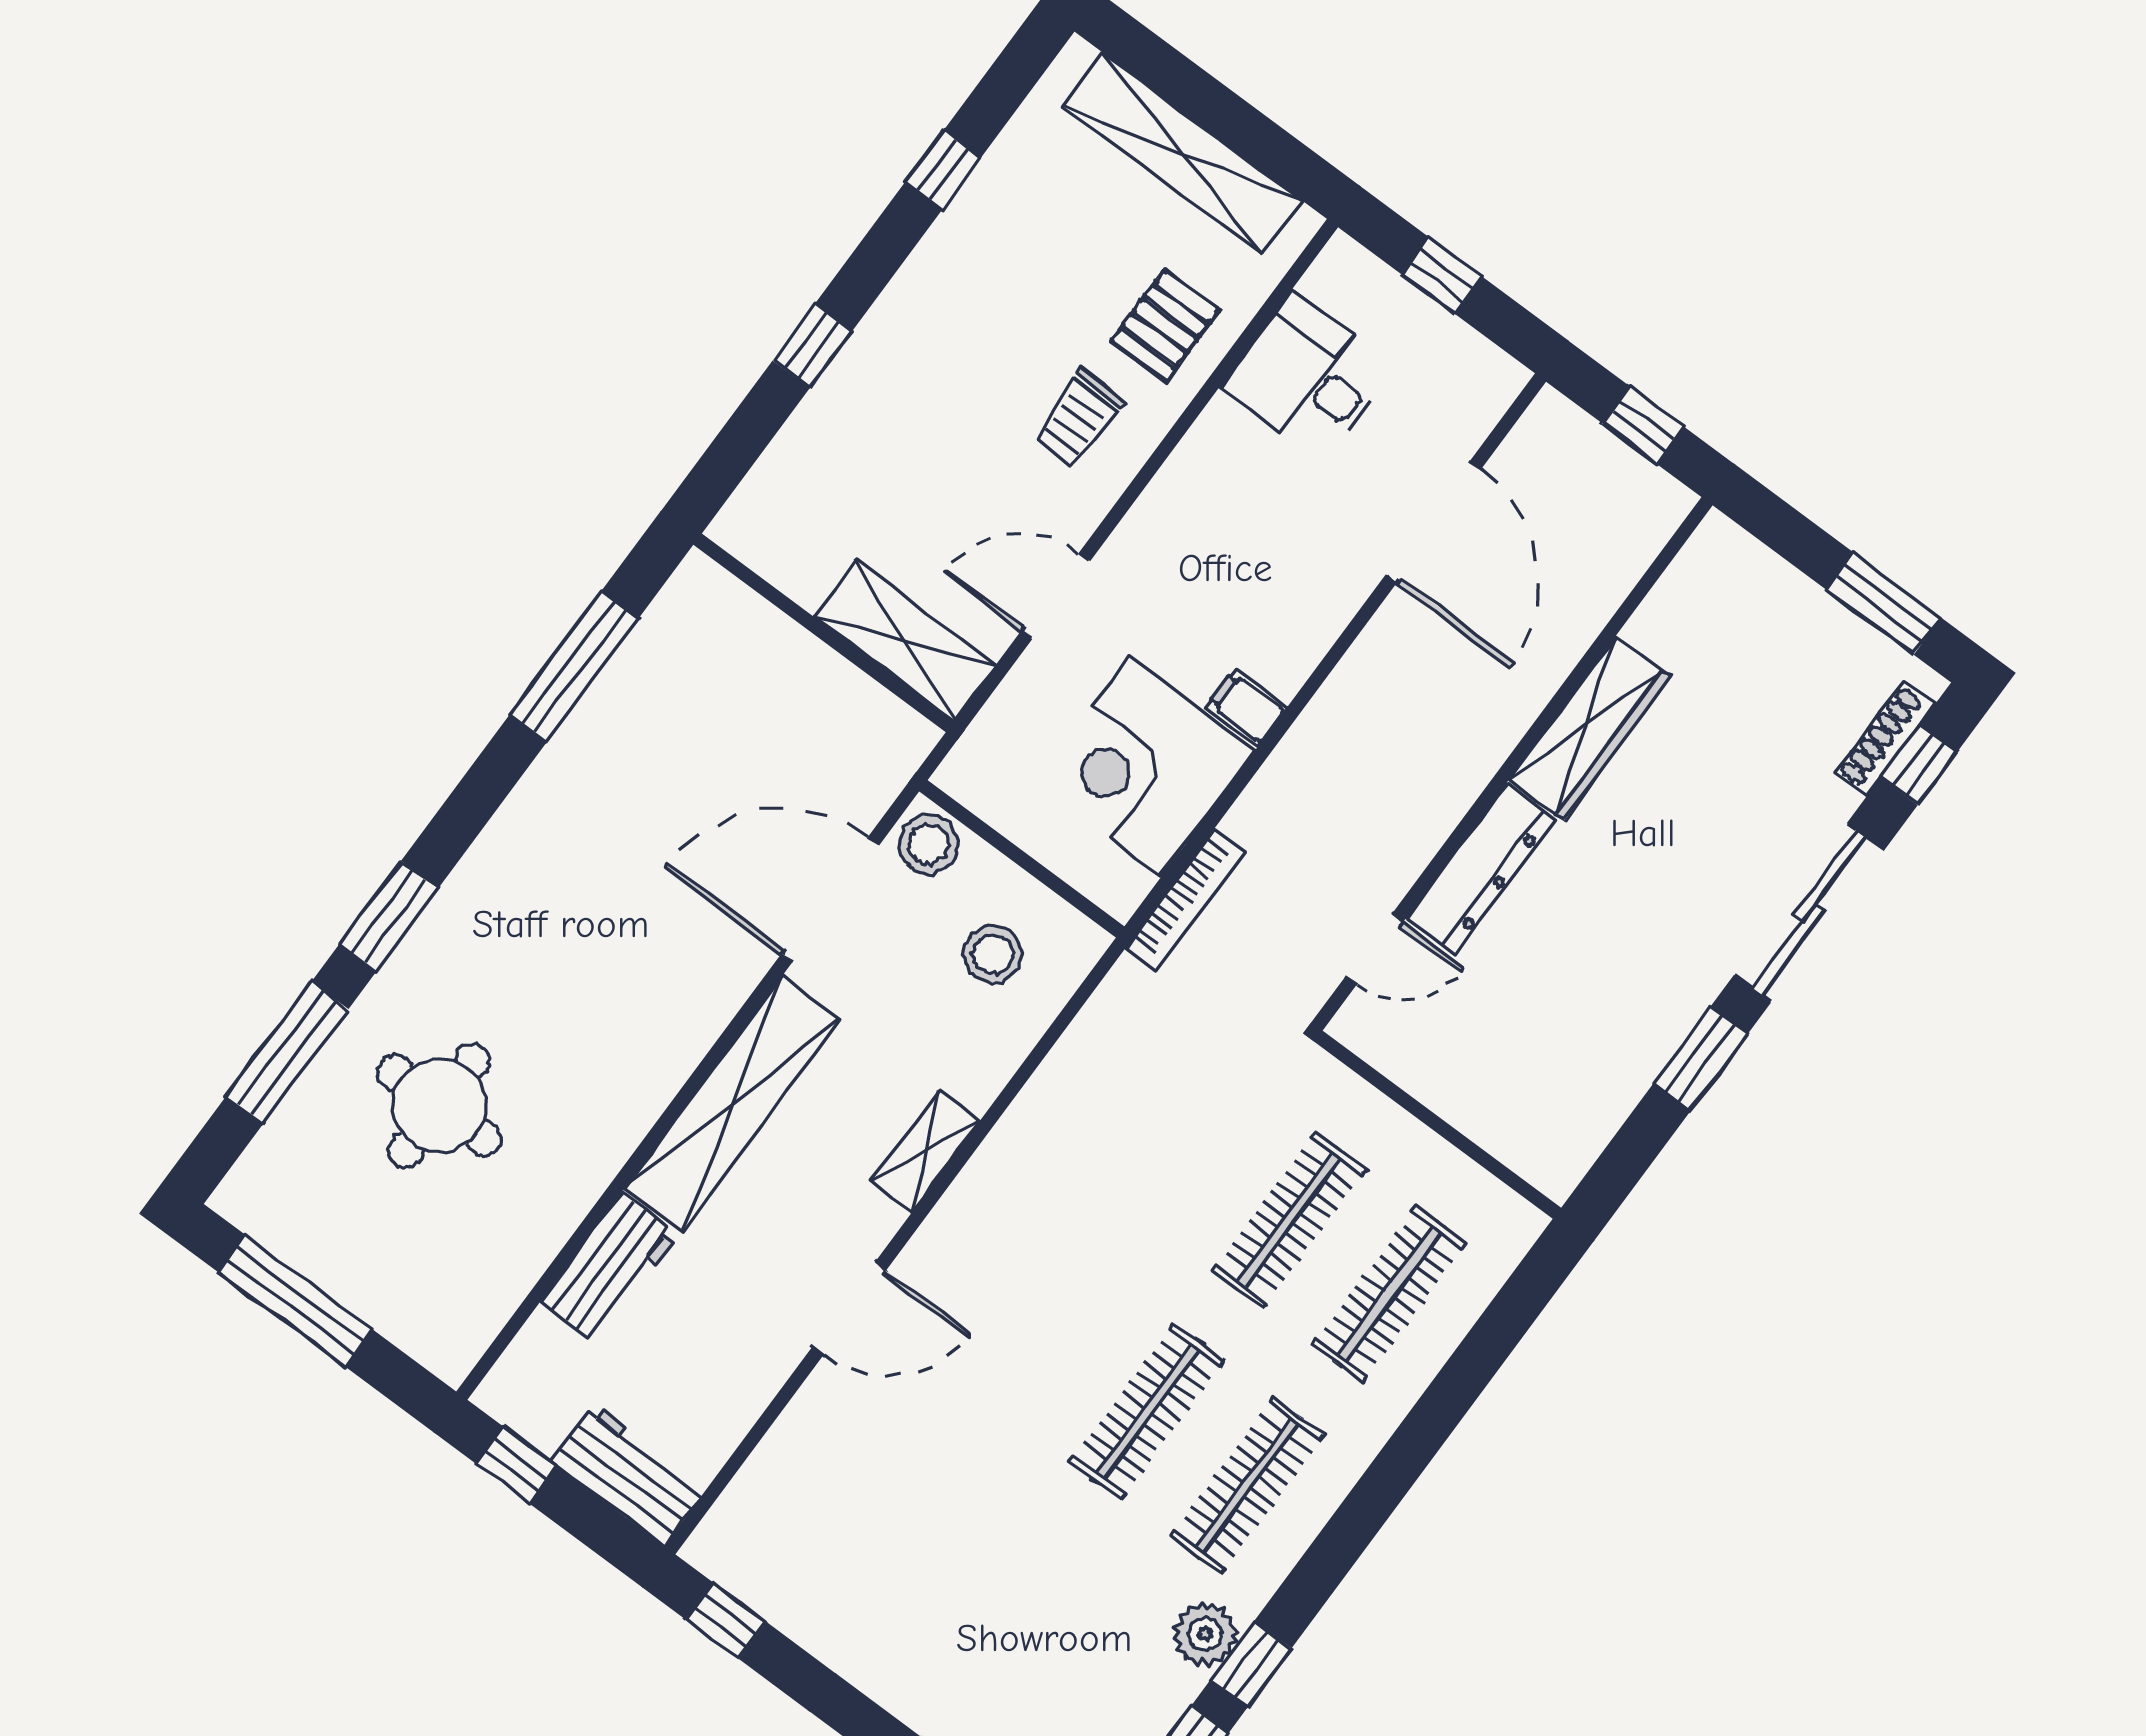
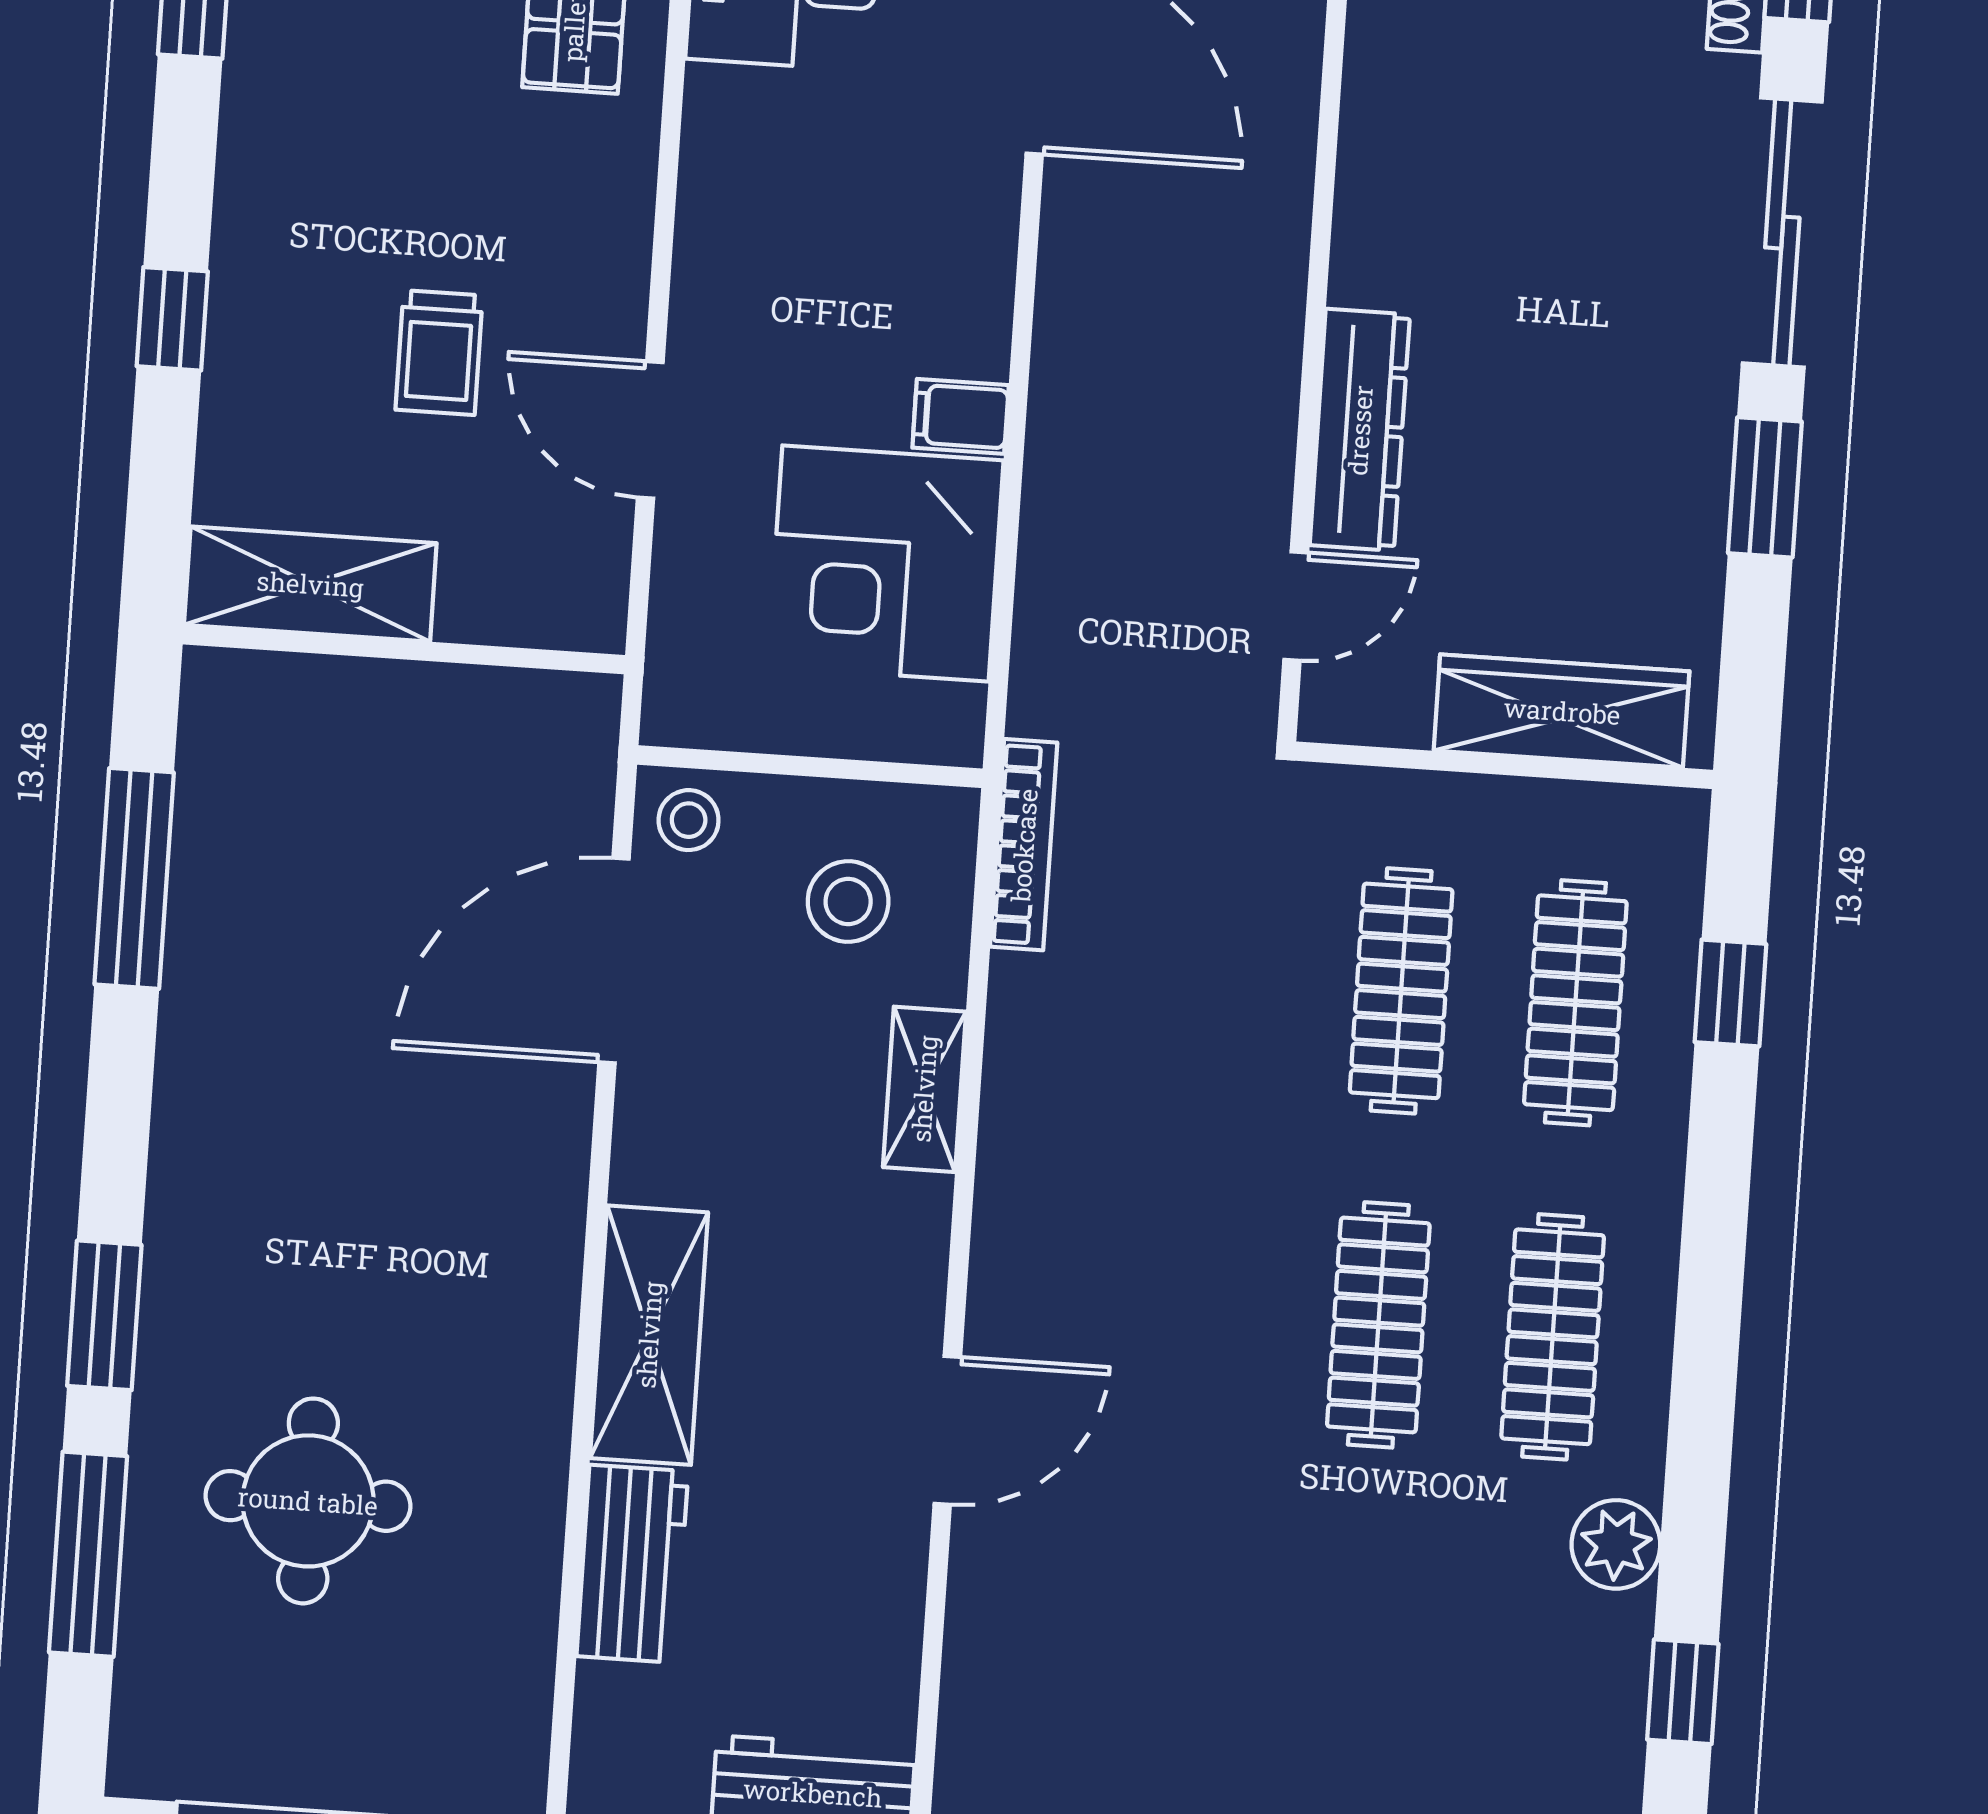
trolley: (1078, 419) -> (439, 353), moved
door: (1056, 596) -> (650, 430), hinge flipped
shelving: (905, 641) -> (310, 584), moved
wardrobe: (1590, 728) -> (1562, 711), moved, turned -90
stool: (929, 844) -> (689, 820), width x0.73, depth x0.73
bookcase: (1185, 900) -> (1024, 845), moved
shelving: (732, 1104) -> (649, 1335), width x0.68
shelving: (925, 1151) -> (924, 1089), moved
window: (1251, 1664) -> (1730, 993), moved

